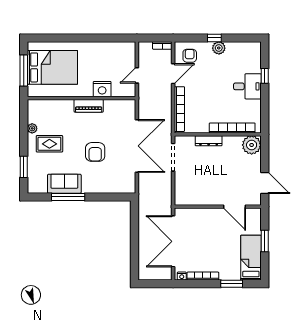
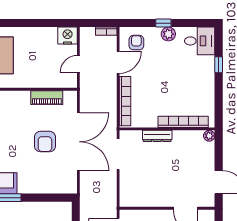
desk: (247, 86) -> (200, 41), moved
nightstand: (102, 89) -> (68, 36), moved, turned 180
piano: (89, 106) -> (47, 98), moved
plant: (252, 145) -> (209, 136), width x0.53, depth x0.53
armchair: (95, 152) -> (45, 142), moved

